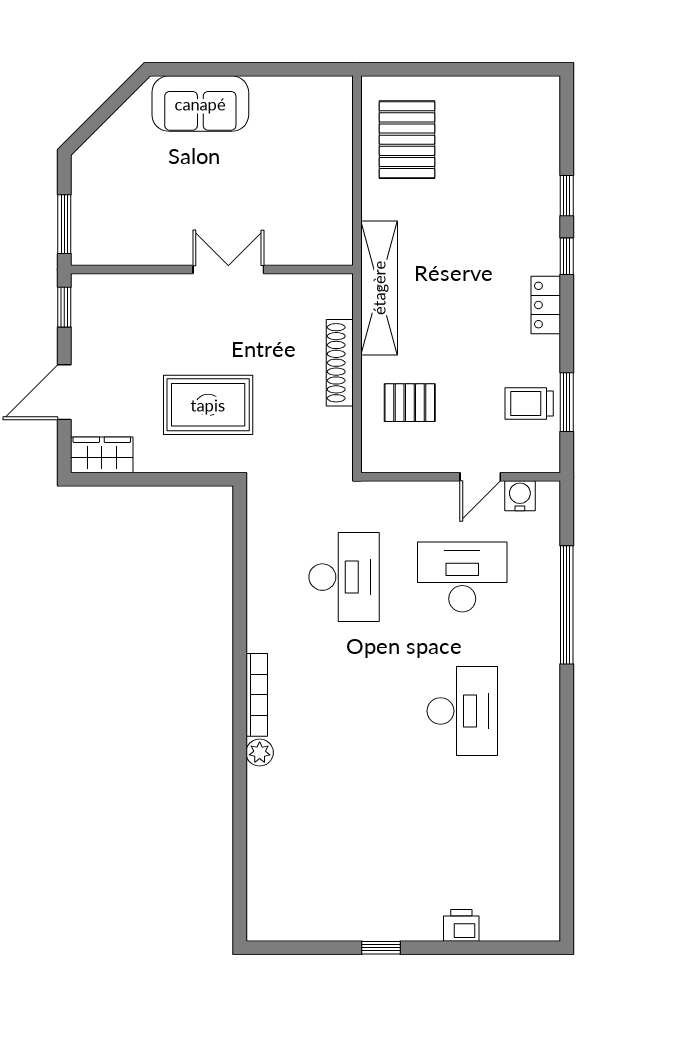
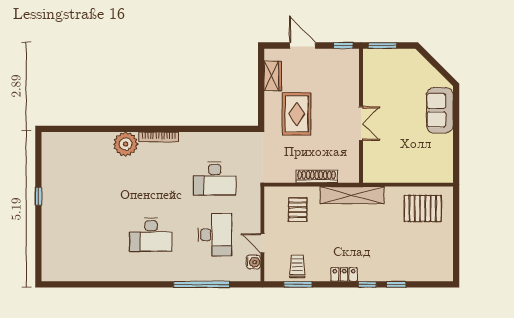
wardrobe: (102, 455) -> (273, 76), moved
plant: (260, 753) -> (126, 144), width x1.88, depth x1.88
printer: (461, 925) -> (49, 234), removed

